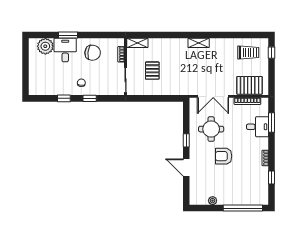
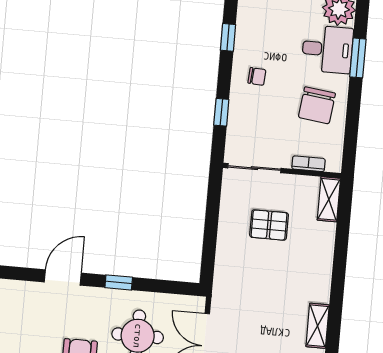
window: (90, 98) -> (221, 112), moved

